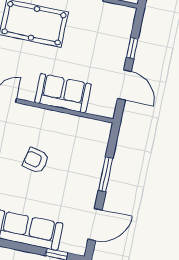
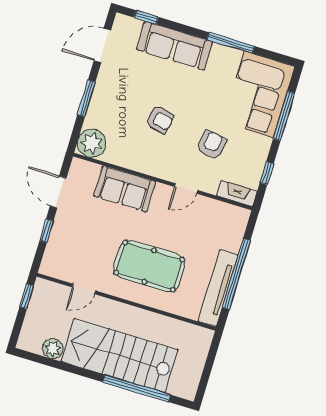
plant: (97, 133) -> (92, 143), added

